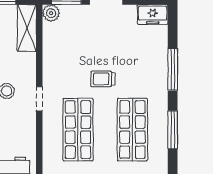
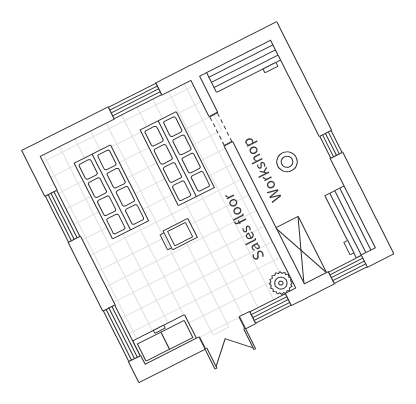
freezer: (153, 14) -> (165, 340), width x1.40
window: (173, 69) -> (122, 333), moved
doorway: (39, 99) -> (221, 129), moved

